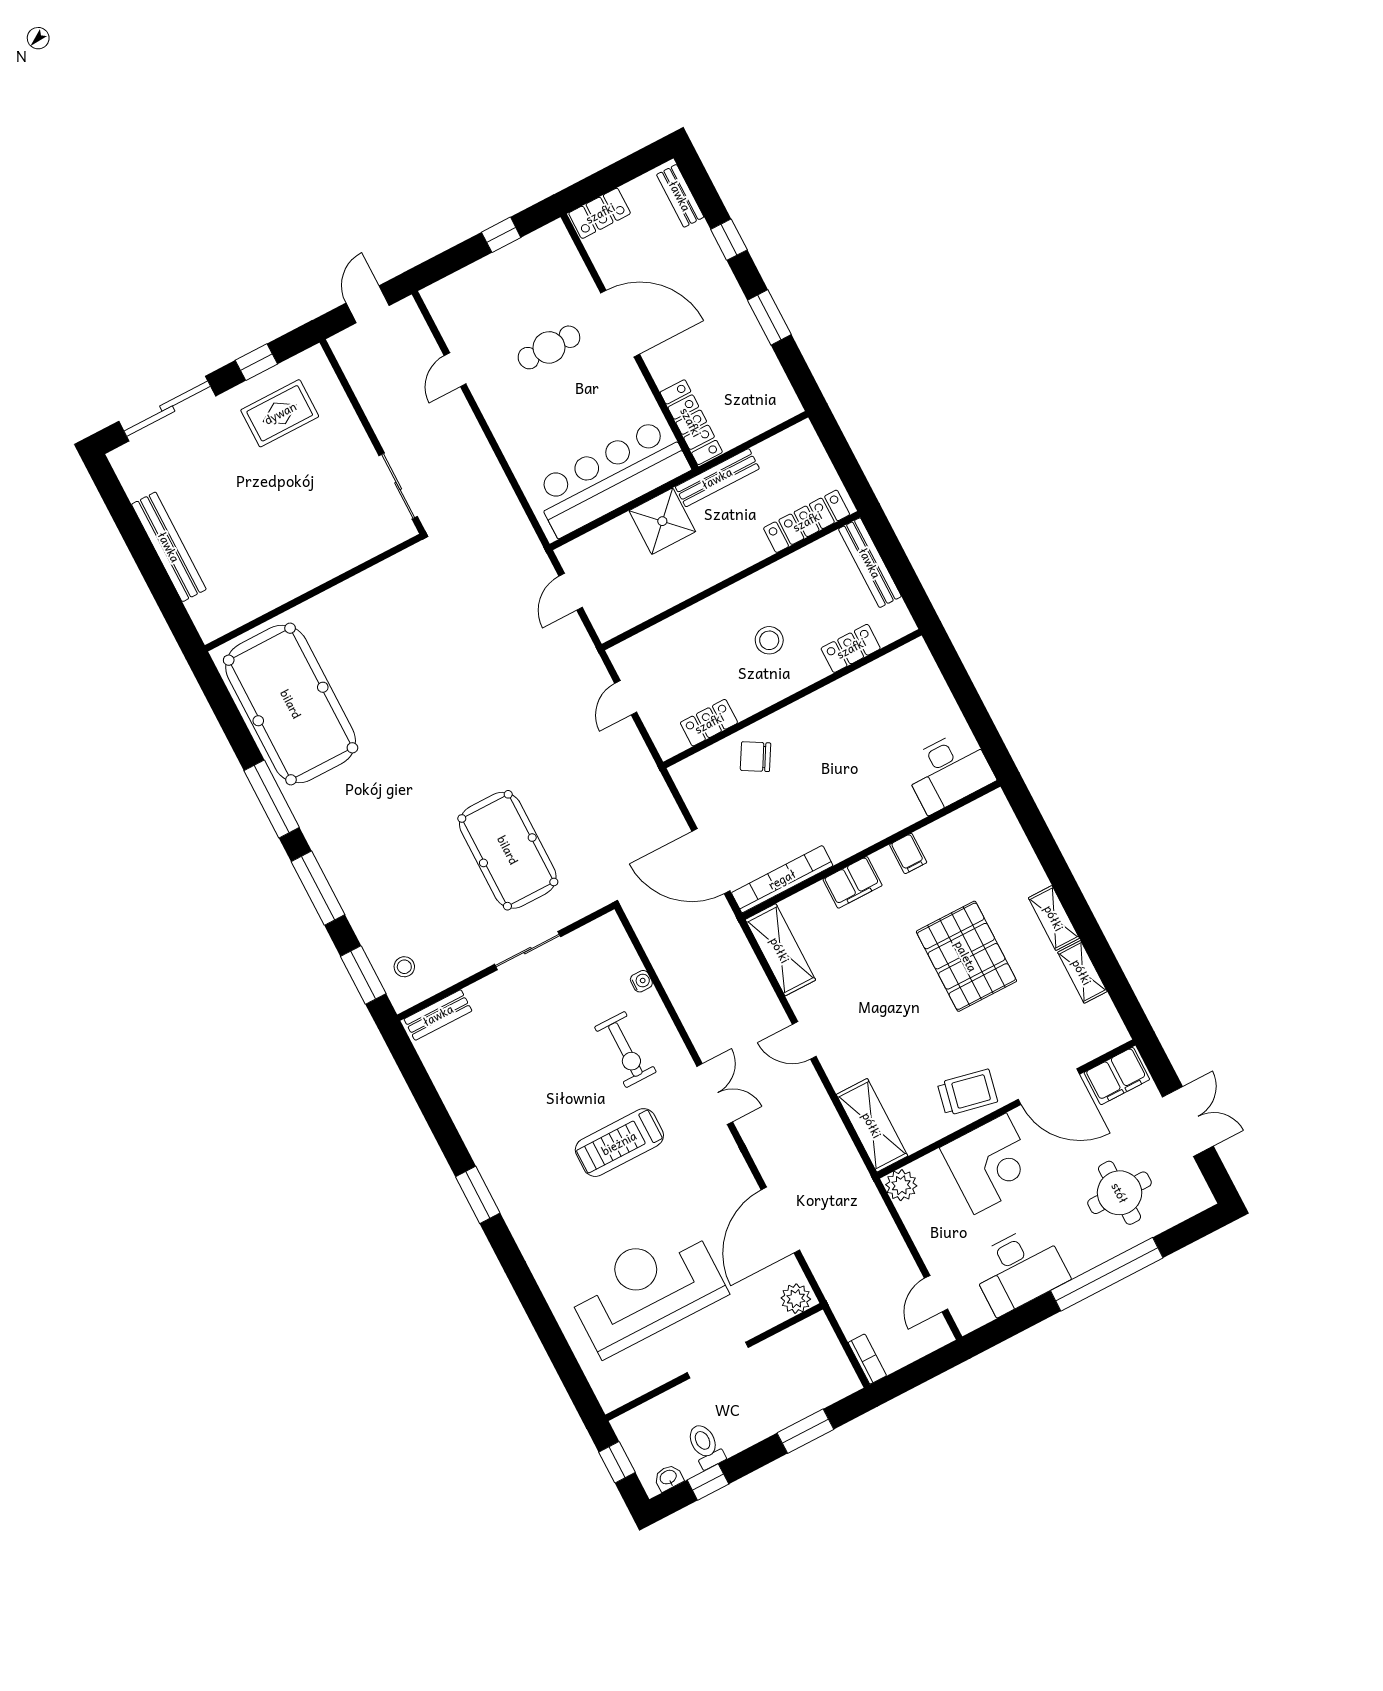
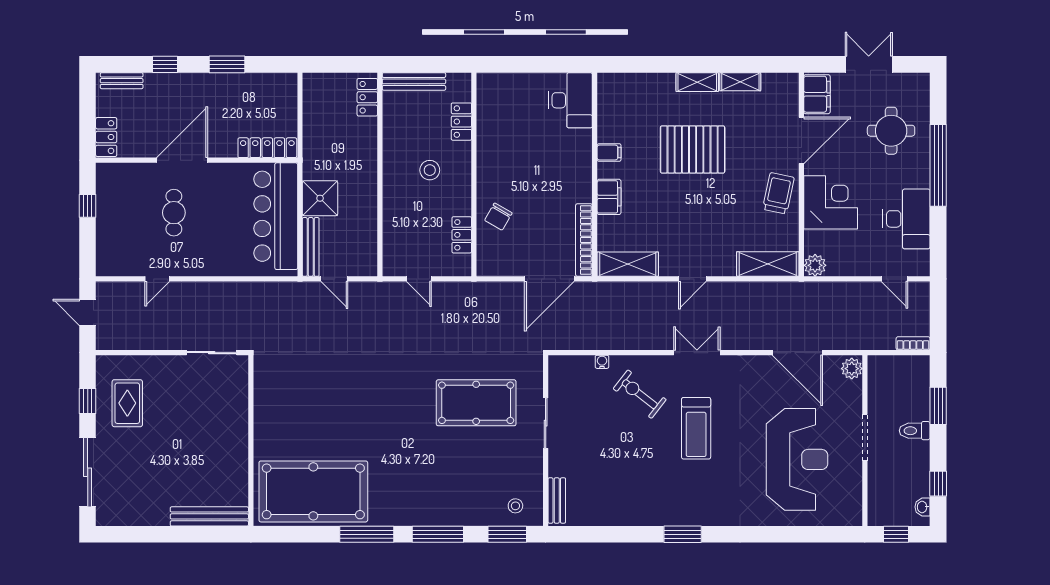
door: (455, 370) -> (157, 279), hinge flipped
bench: (717, 478) -> (311, 247), moved
locker: (807, 521) -> (367, 97), width x0.66
bench: (169, 547) -> (209, 516), moved
exercise bike: (625, 1050) -> (640, 394), turned -142
reception desk: (646, 1289) -> (797, 459), turned 180
toilet: (705, 1446) -> (915, 431), moved

